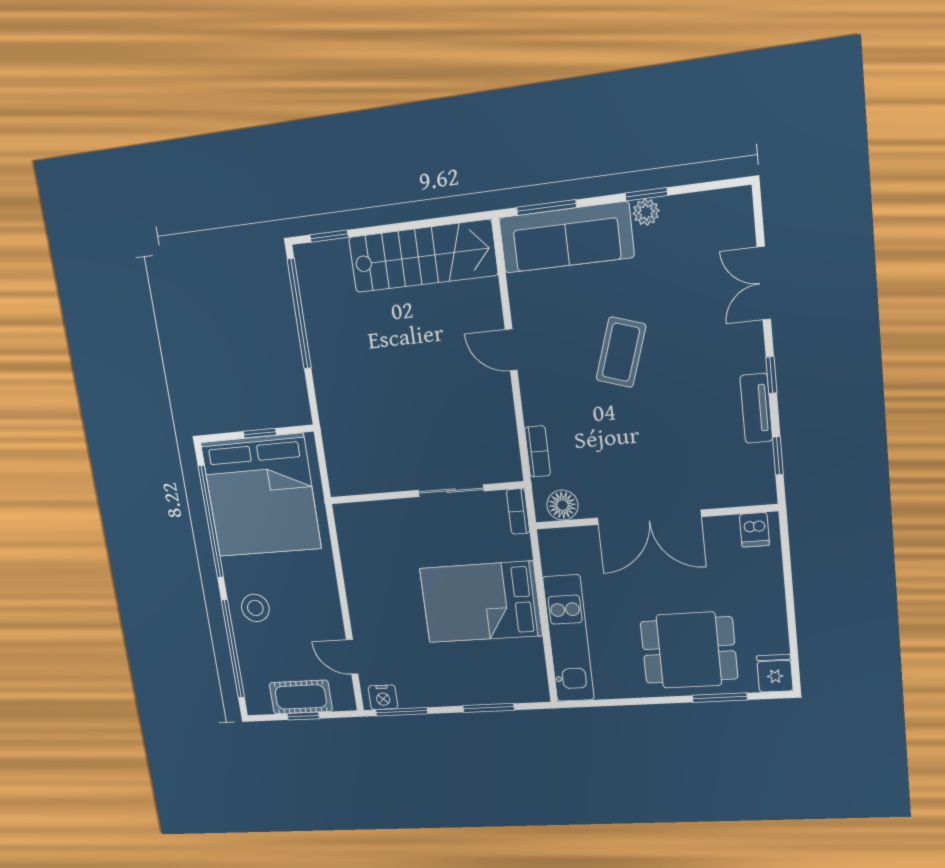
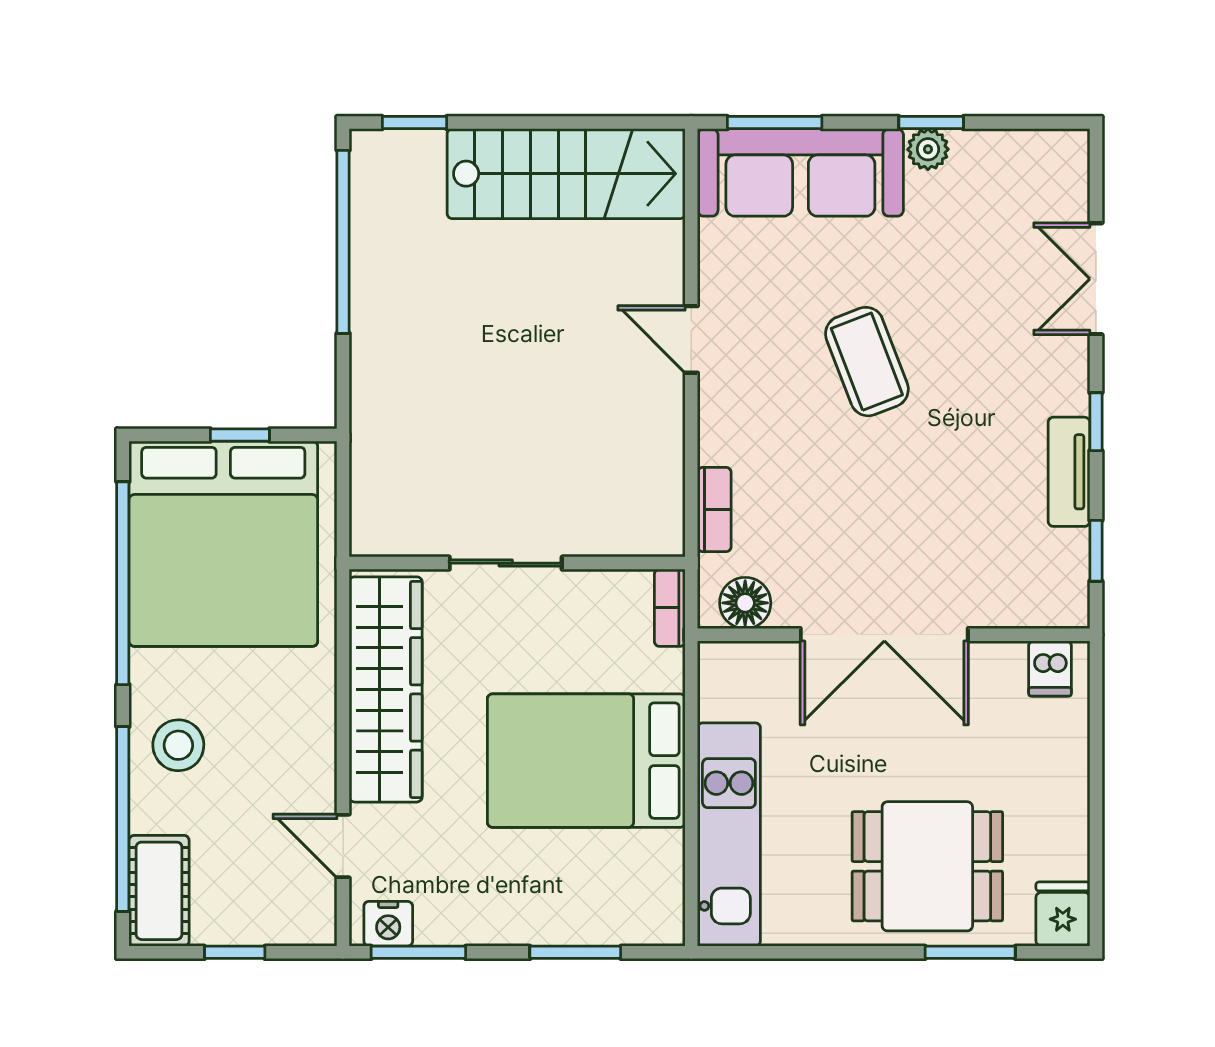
coffee table: (621, 352) -> (867, 362), turned -39
sliding door: (451, 491) -> (506, 563), moved
wardrobe: (362, 570) -> (386, 689), added
cot: (301, 697) -> (159, 891), moved, turned 90

